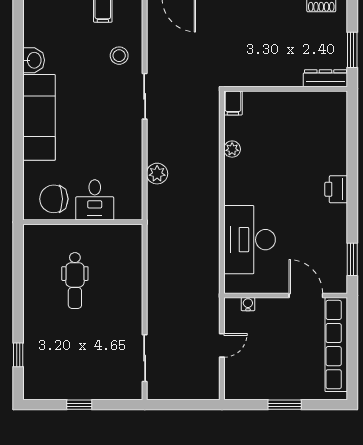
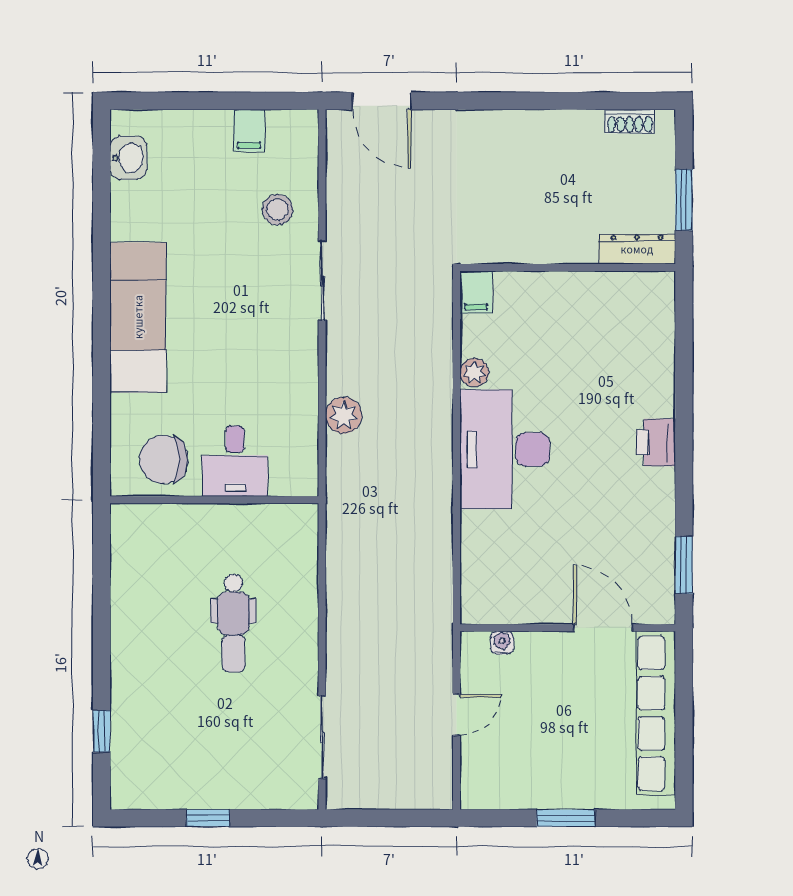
washbasin: (34, 60) -> (128, 158), moved
desk: (250, 240) -> (505, 449), moved
dental chair: (75, 281) -> (233, 623), moved

